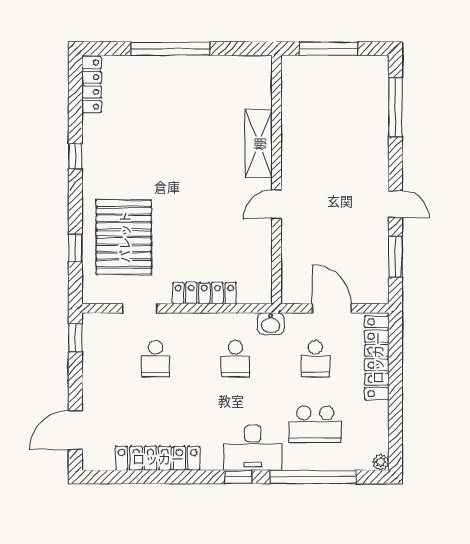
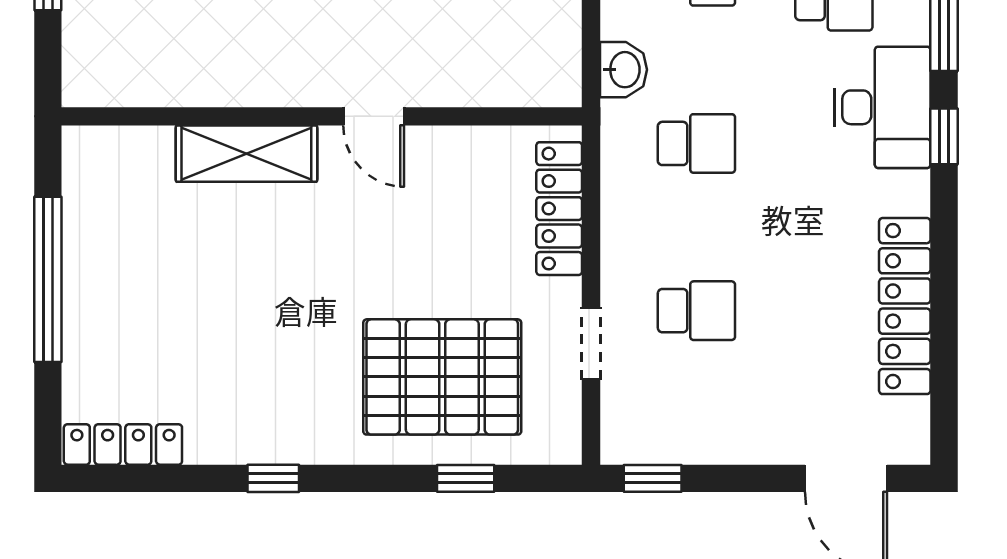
shelving: (259, 144) -> (246, 154), moved
wall: (276, 180) -> (322, 116), moved
door: (276, 204) -> (374, 116), moved

